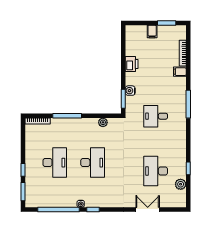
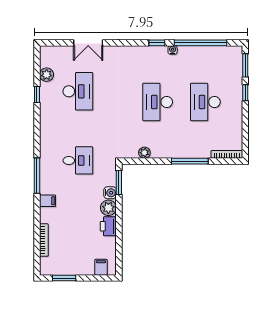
filing cabinet: (152, 32) -> (101, 267), moved
filing cabinet: (180, 72) -> (48, 201), moved
plant: (132, 79) -> (108, 208), added

